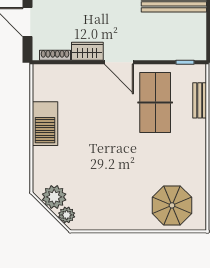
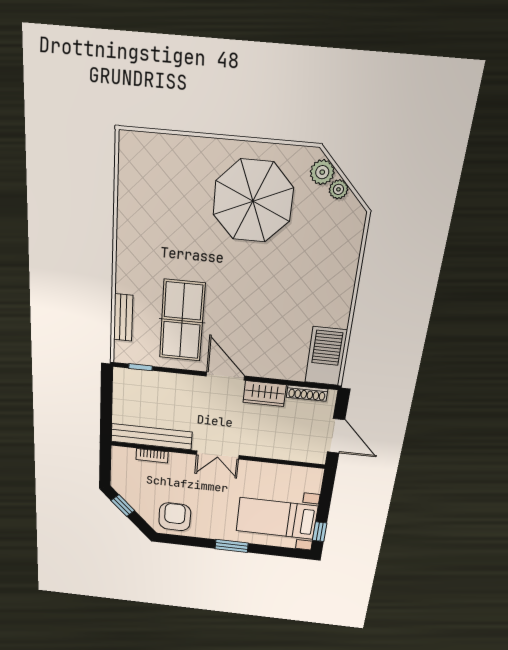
barbecue: (45, 124) -> (326, 356), moved
plant: (54, 197) -> (338, 189), width x0.53, depth x0.53
parasol: (172, 205) -> (253, 201), moved, width x1.36, depth x1.36

